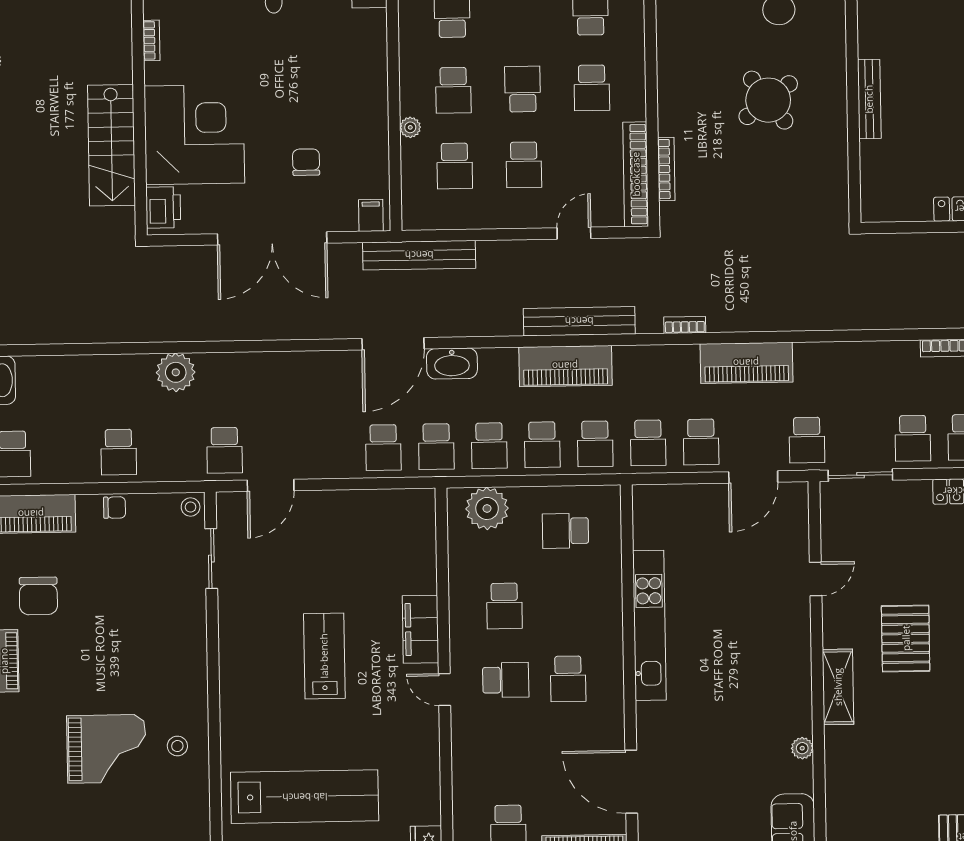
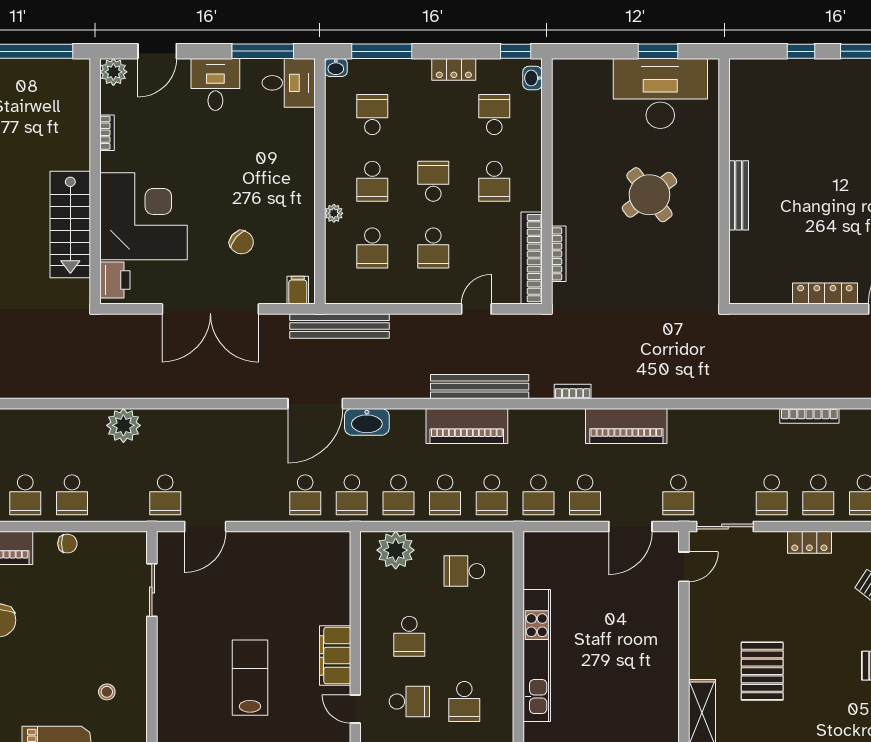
chair: (306, 162) -> (241, 242), turned 131
school desk: (66, 453) -> (25, 495), added
stool: (191, 507) -> (107, 692), moved
door: (816, 579) -> (684, 567), moved

